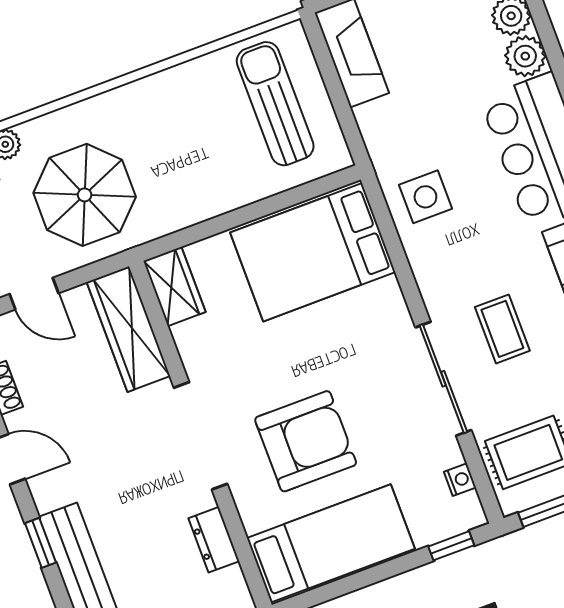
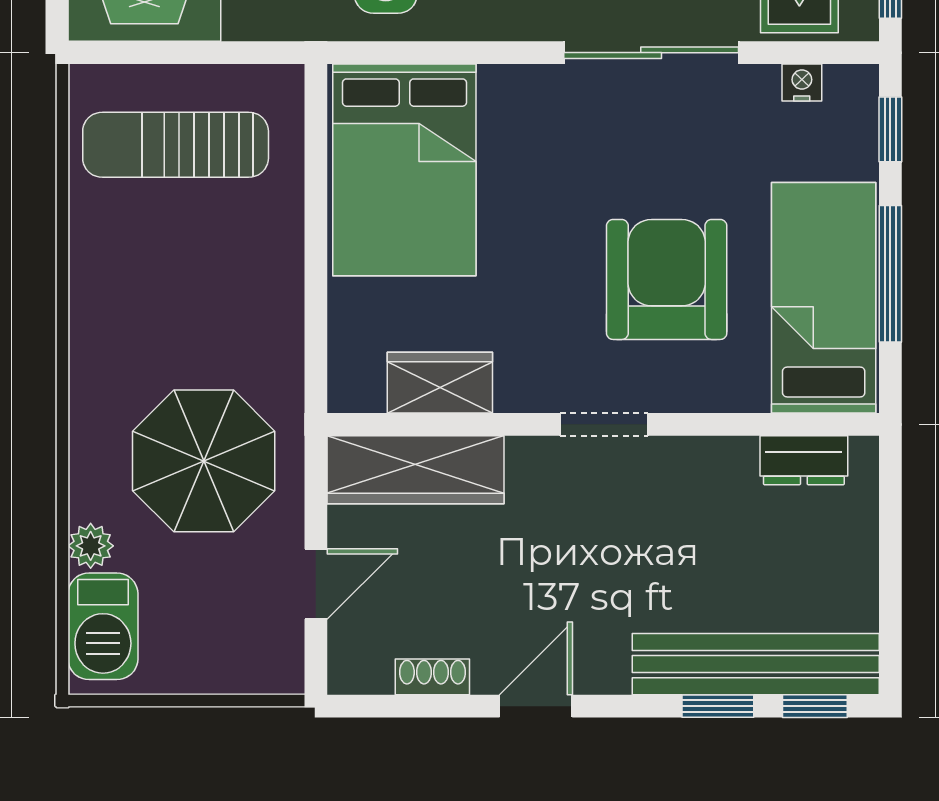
wardrobe: (174, 286) -> (440, 383), moved
doorway: (201, 436) -> (604, 424), width x0.53
dresser: (214, 540) -> (804, 460), moved
window: (40, 543) -> (718, 706), moved
window: (361, 579) -> (890, 274), added

